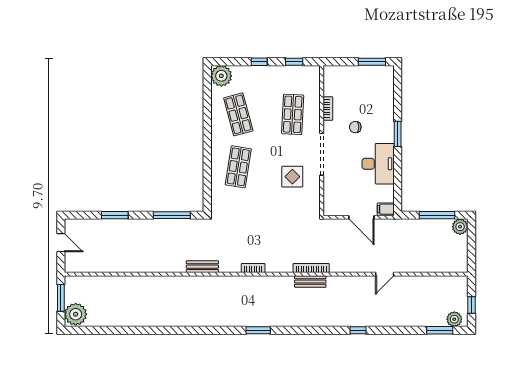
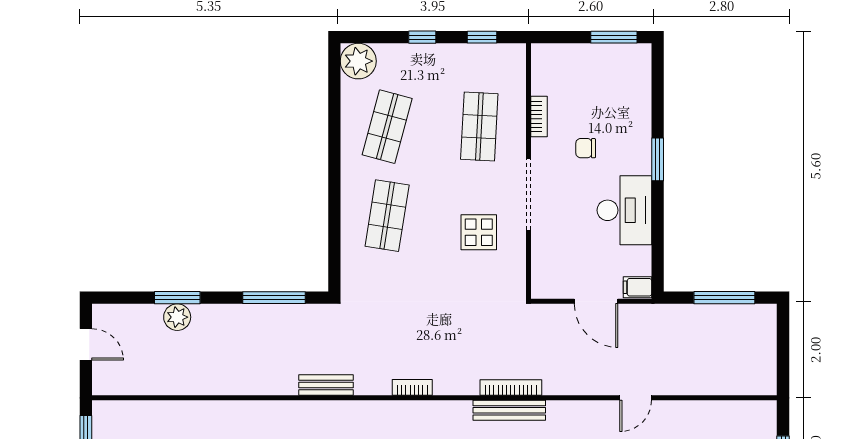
shop shelf: (238, 114) -> (387, 127), turned 30
plant: (460, 227) -> (177, 317), moved
bench: (310, 282) -> (509, 410), width x1.36

